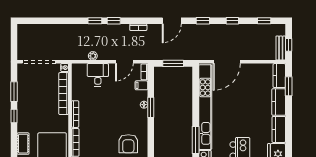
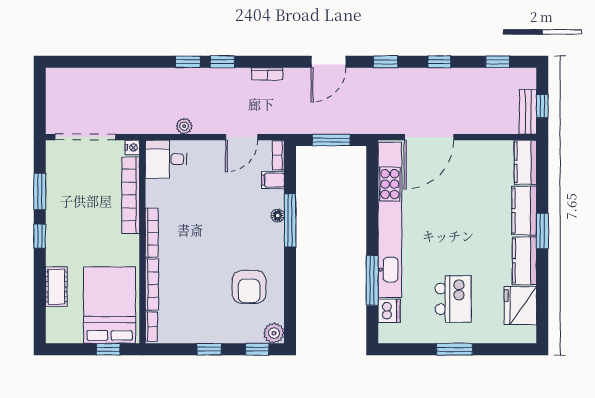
desk: (98, 75) -> (166, 159), moved, turned -90
window: (289, 86) -> (542, 231), moved
window: (151, 107) -> (290, 220), width x1.44

